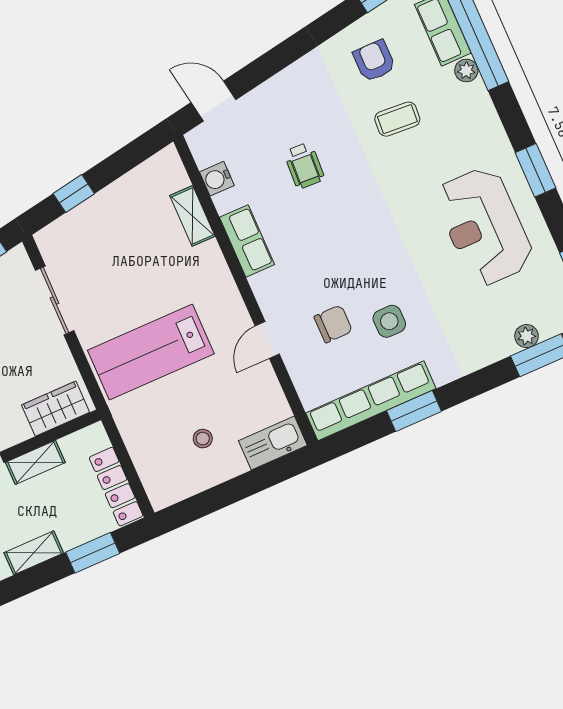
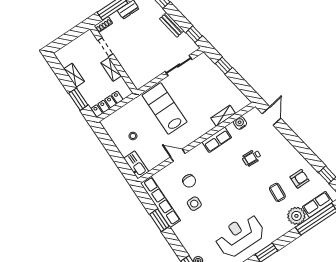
plant: (466, 70) -> (296, 216), width x1.87, depth x1.87
wardrobe: (56, 409) -> (135, 74), removed

